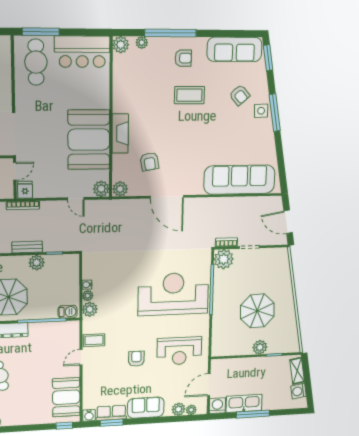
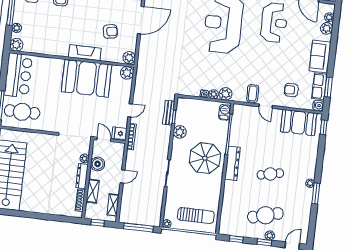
door: (76, 199) -> (130, 110), moved
bench: (27, 247) -> (169, 113), moved
armchair: (136, 359) -> (291, 90), moved

